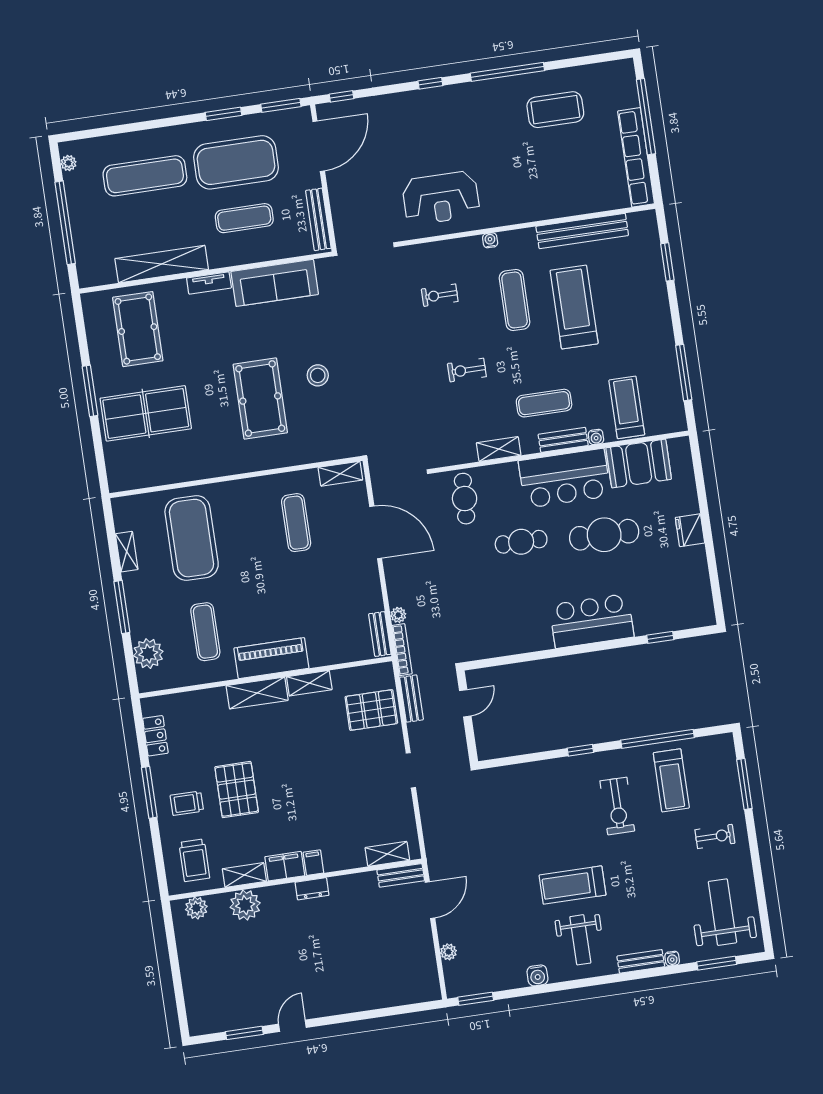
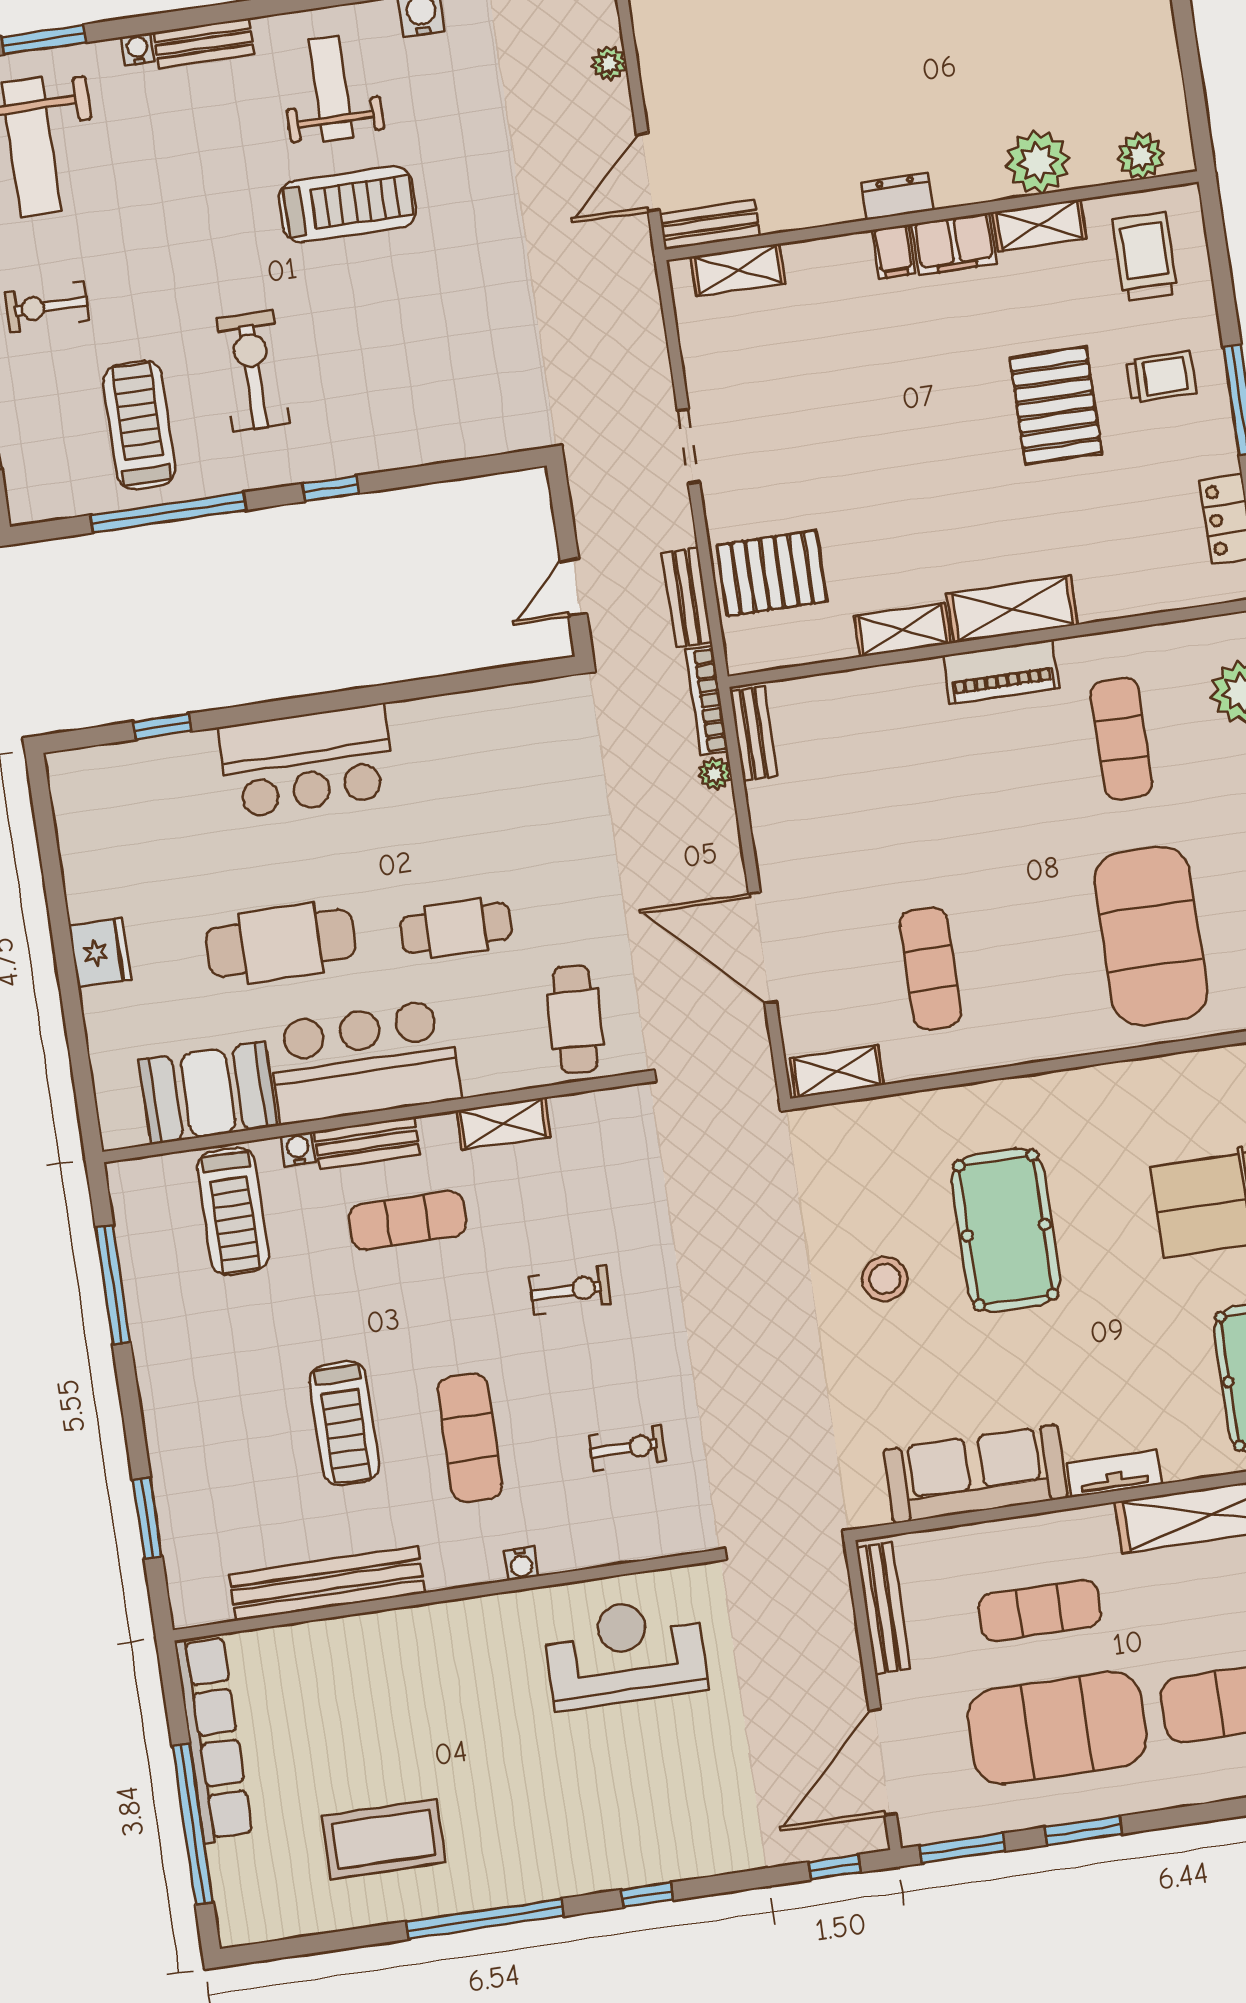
treadmill: (574, 307) -> (344, 1423), width x0.73, depth x0.73
piano: (271, 658) -> (1001, 672), width x0.73, depth x0.75

